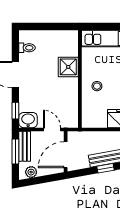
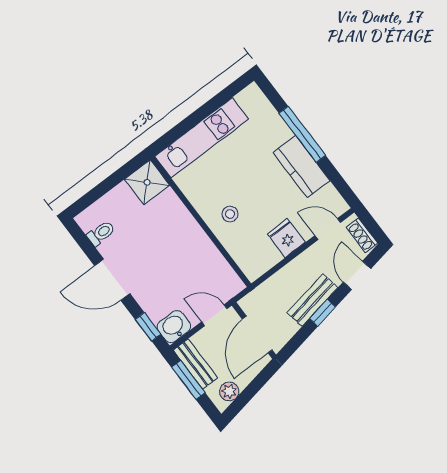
shower: (68, 67) -> (147, 182), moved

